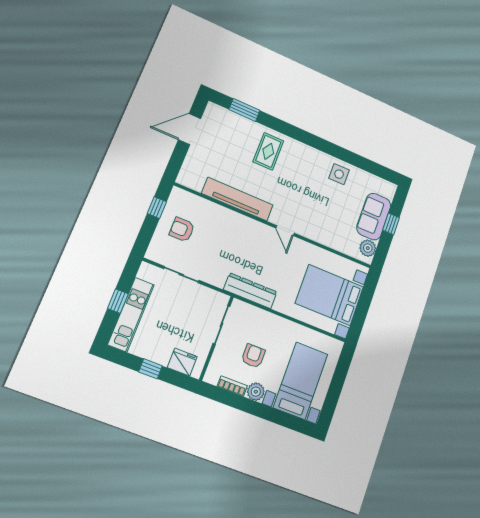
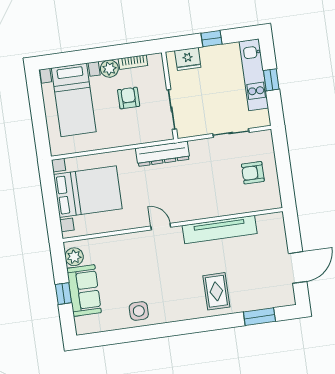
window: (157, 208) -> (285, 179), removed
armchair: (182, 230) -> (253, 173), turned 180
armchair: (253, 356) -> (129, 98), turned 180

